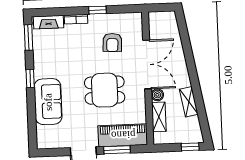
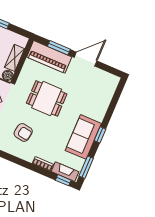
window: (97, 10) -> (63, 180), moved
armchair: (112, 42) -> (23, 132), turned 96
sofa: (48, 102) -> (83, 137), moved

